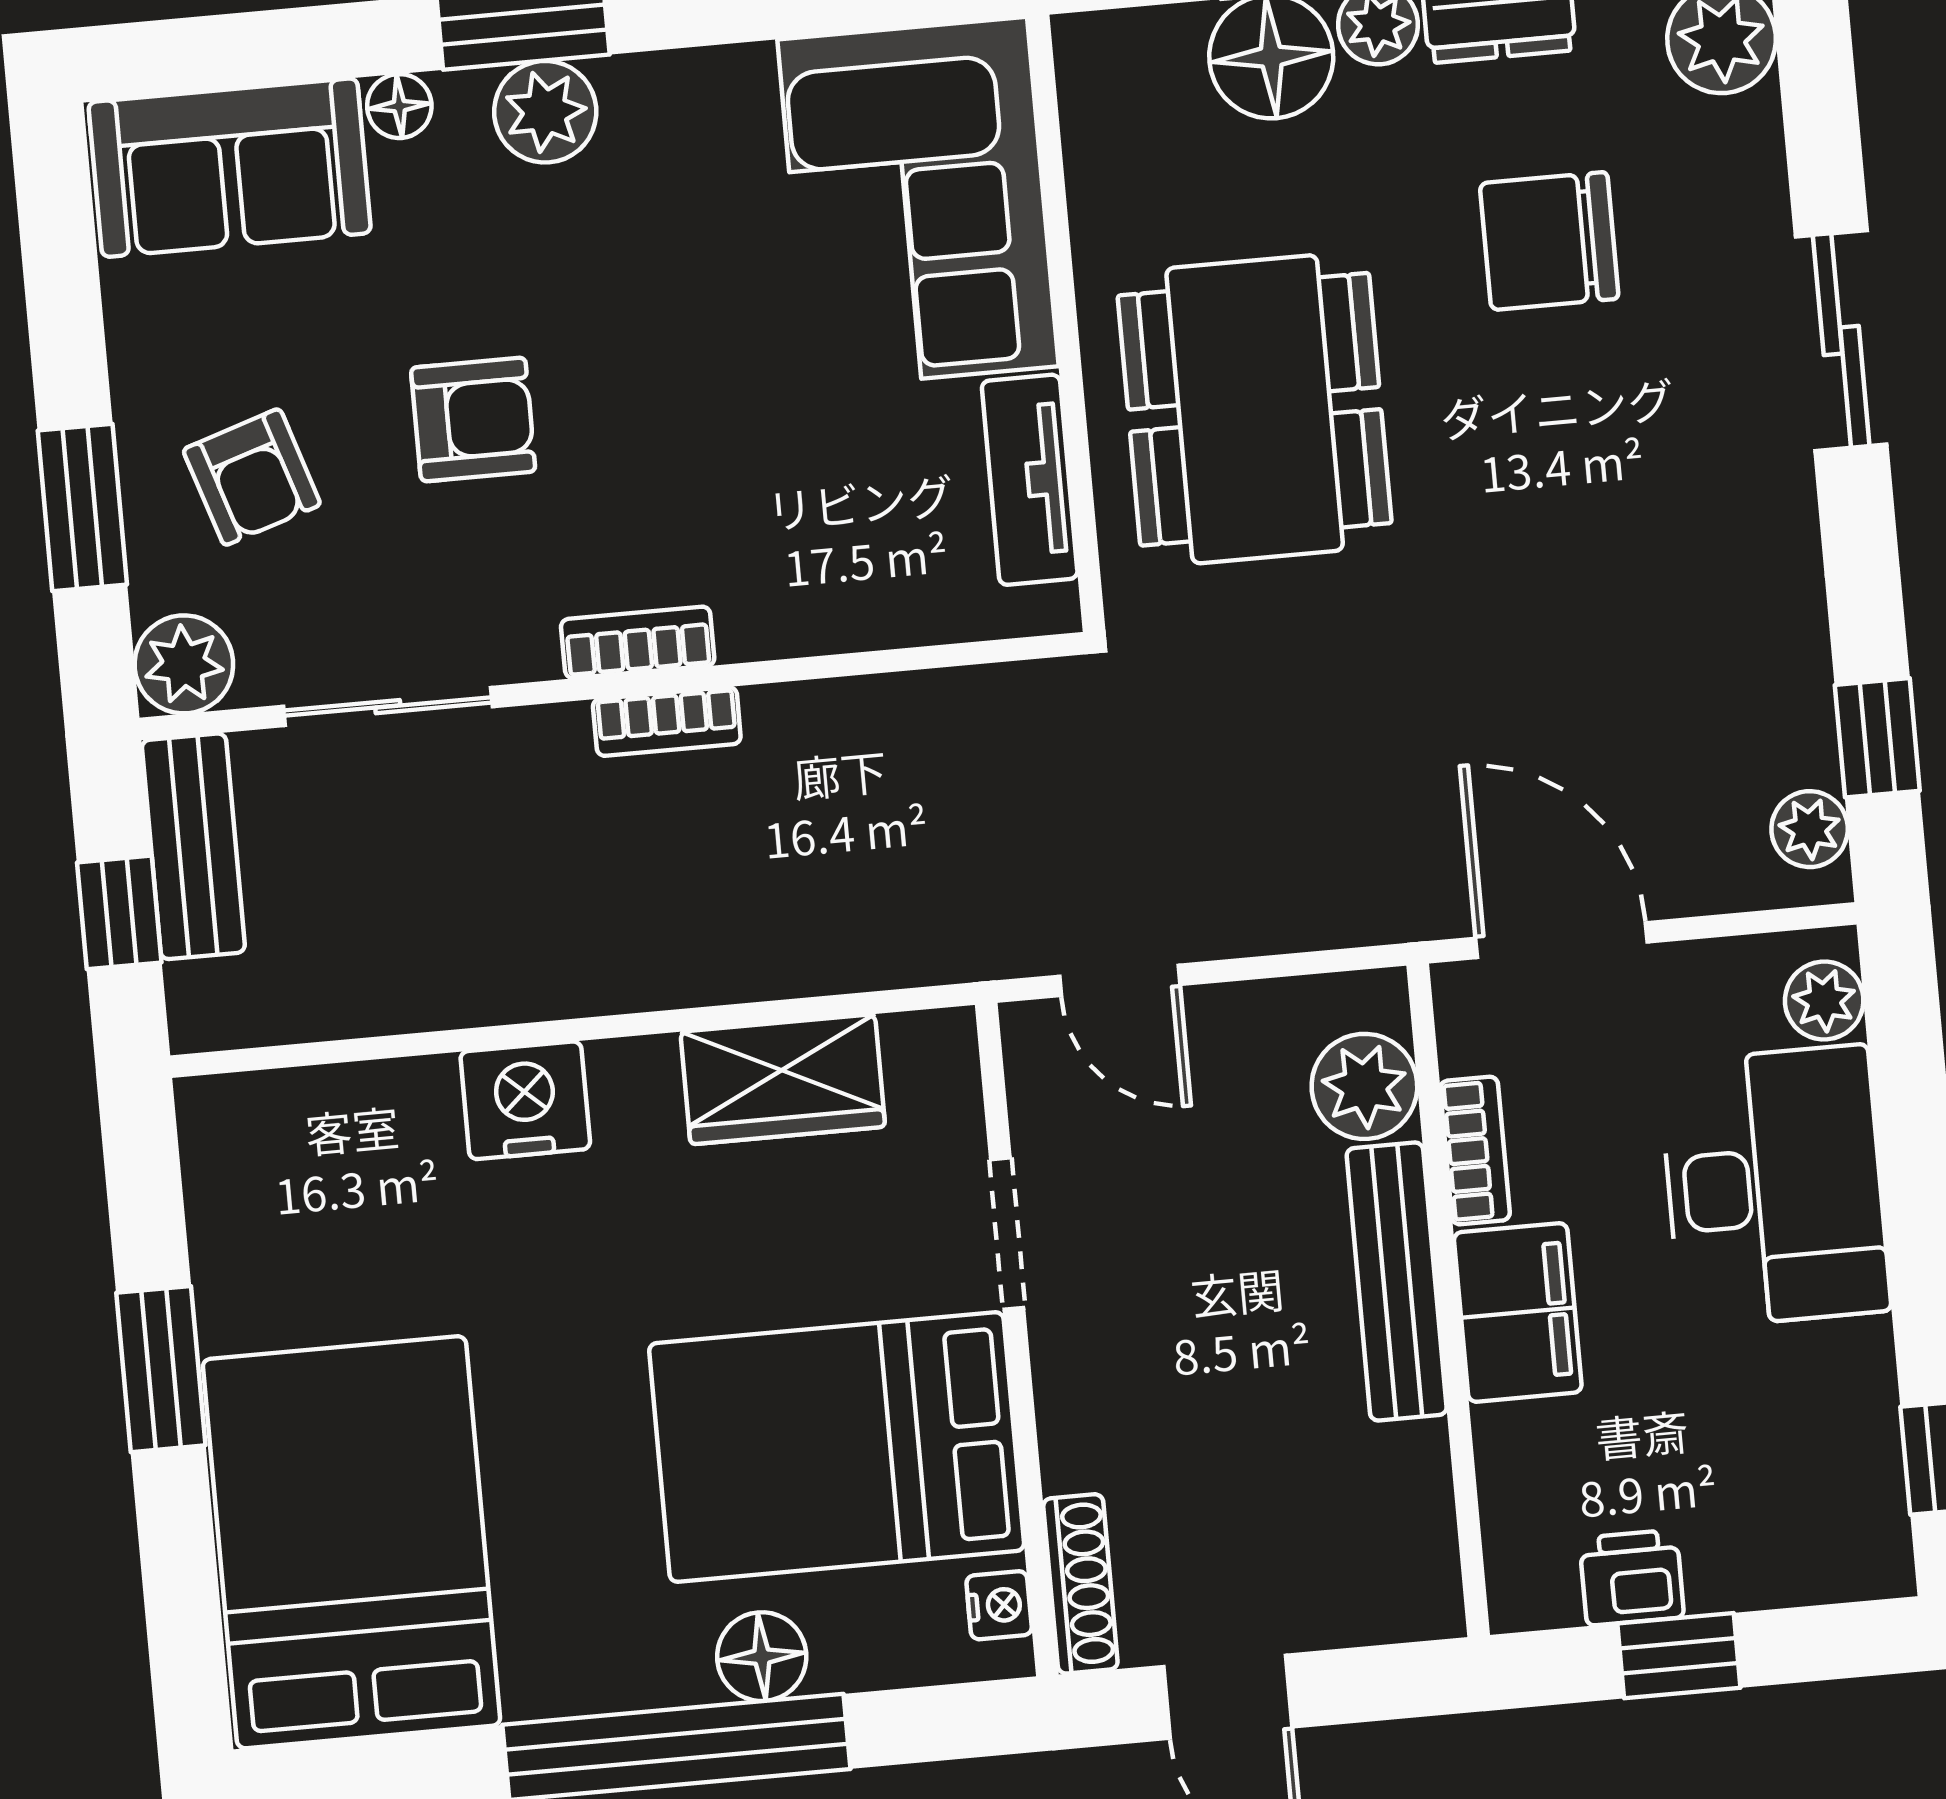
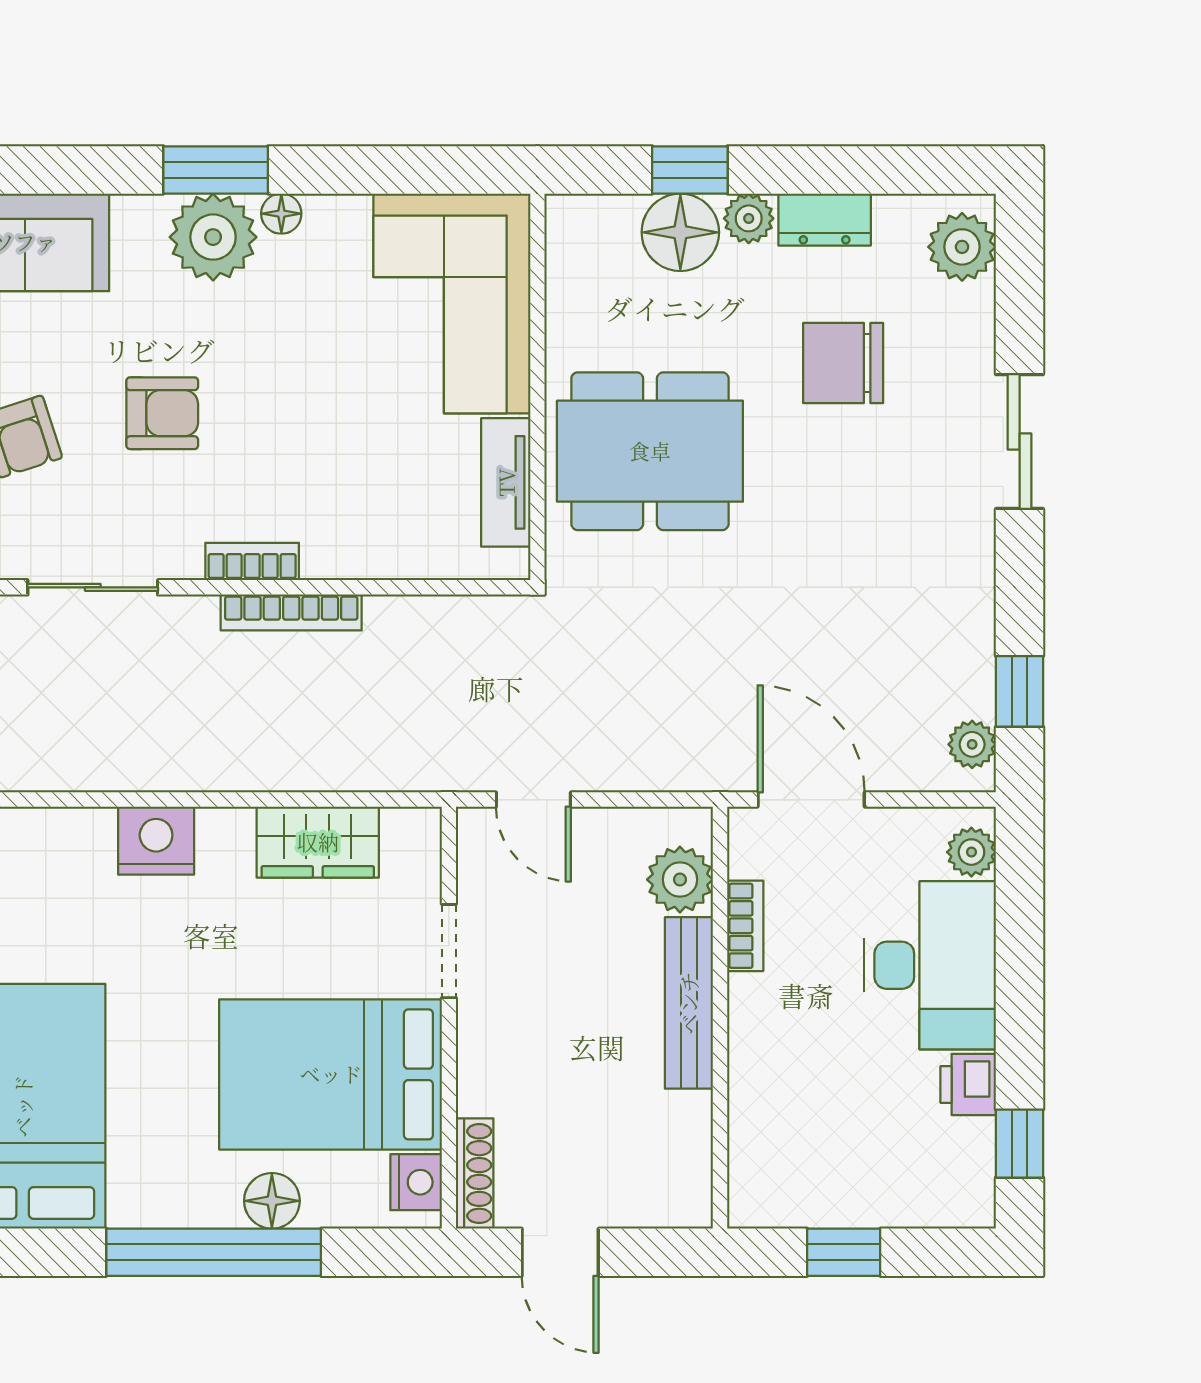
floor lamp: (399, 106) -> (281, 214), moved
plant: (545, 112) -> (213, 237), width x1.36, depth x1.36
dining table: (1255, 409) -> (650, 451), turned 90
bookcase: (667, 721) -> (291, 612), width x1.56
filing cabinet: (1518, 1312) -> (763, 1029), removed
printer: (1632, 1578) -> (968, 1085), moved, turned -90
nightstand: (999, 1605) -> (416, 1182), width x1.39, depth x1.35

